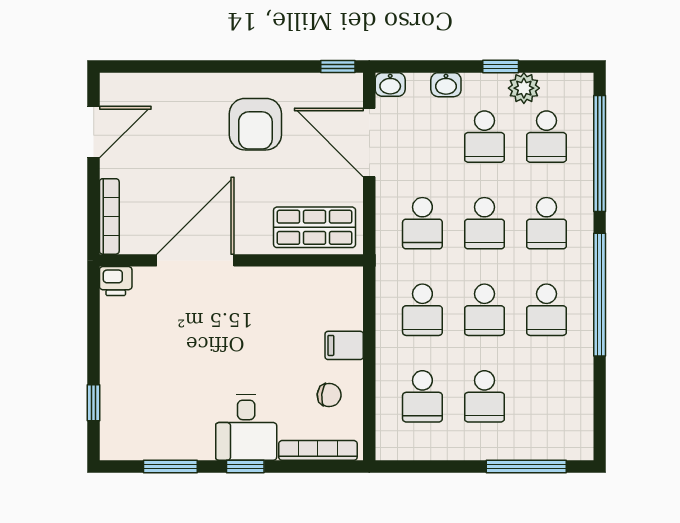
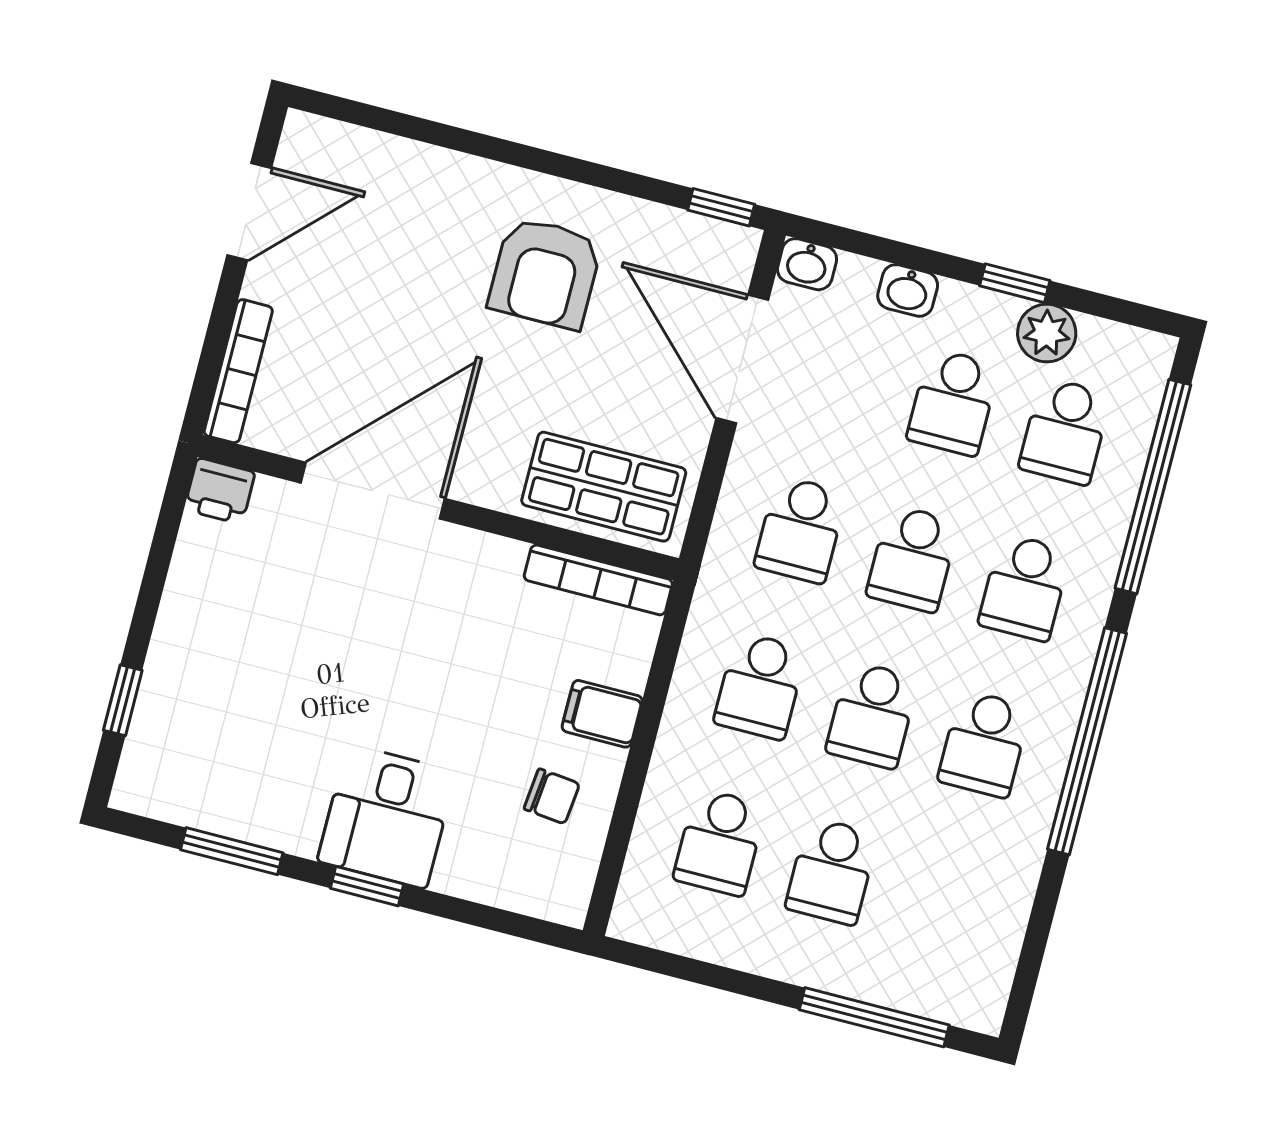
bookcase: (318, 450) -> (598, 580), moved, turned 180

